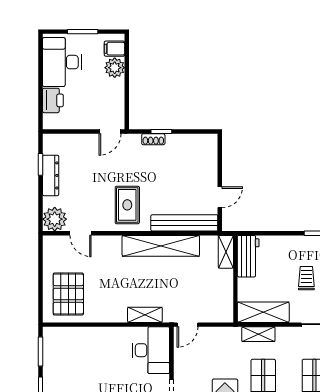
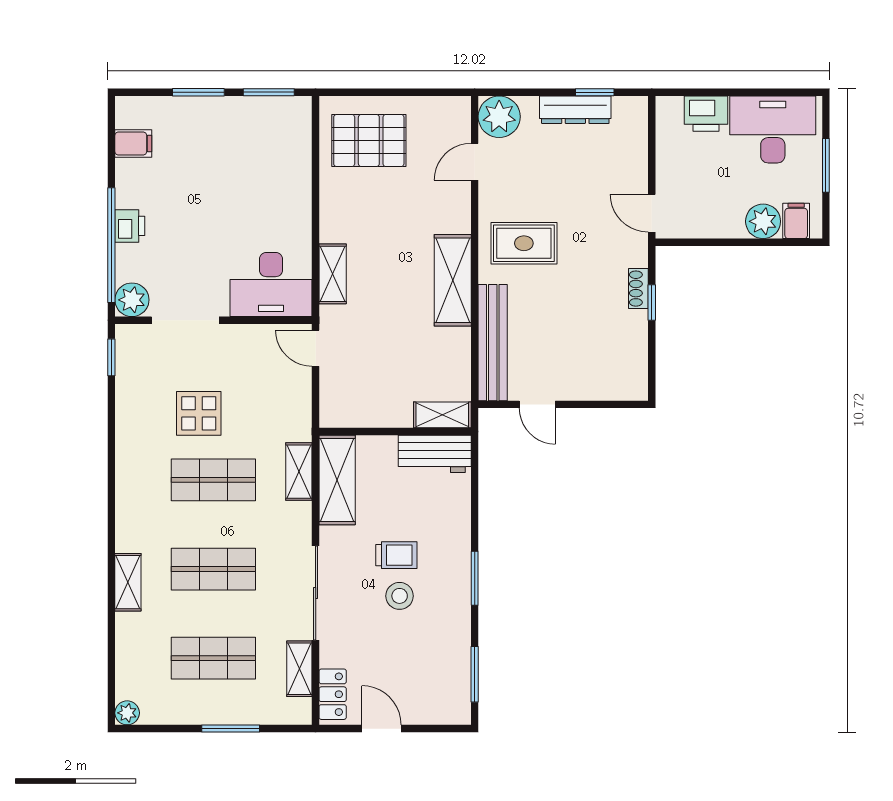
shelving: (161, 246) -> (453, 280), width x0.68

